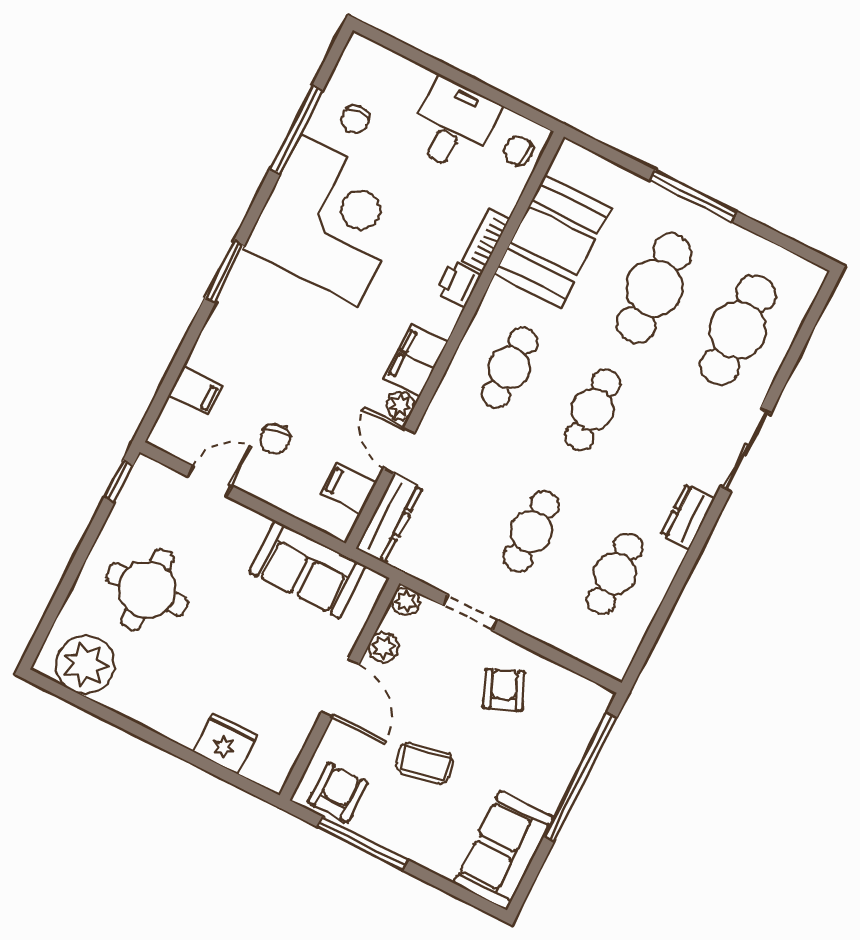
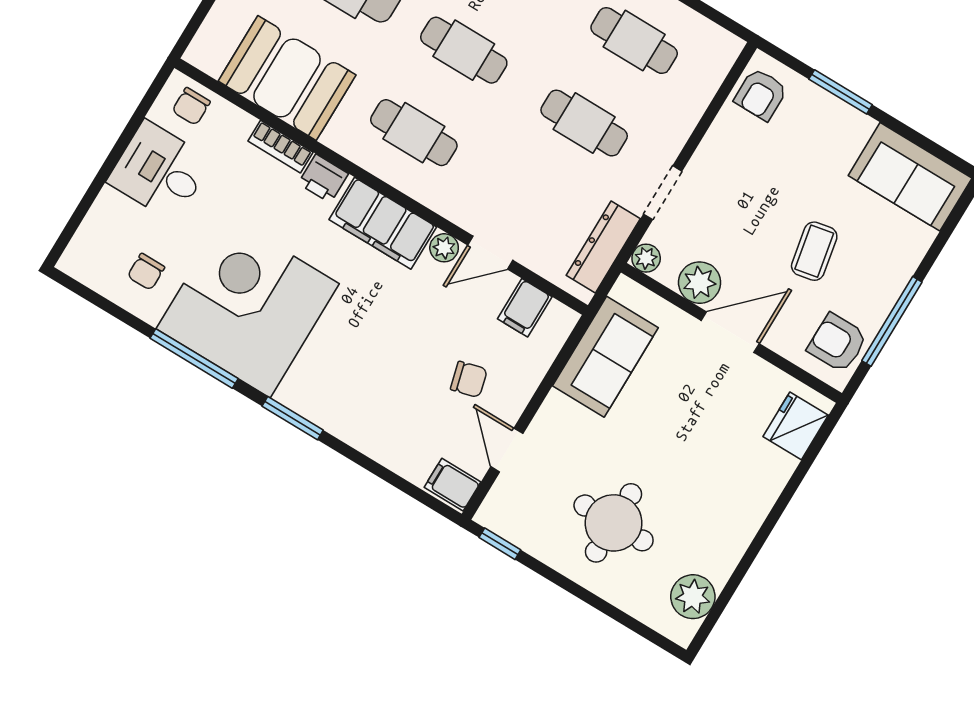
chair: (355, 119) -> (146, 272), turned 90
window: (296, 130) -> (194, 358), moved
filing cabinet: (416, 360) -> (383, 223), width x1.50, depth x1.17
filing cabinet: (195, 391) -> (453, 485), moved, turned -90
dresser: (389, 518) -> (603, 247), moved, turned -90
plant: (383, 647) -> (700, 283), width x1.38, depth x1.38
plant: (85, 665) -> (693, 597), width x0.73, depth x0.73
armchair: (504, 690) -> (761, 94), moved, turned -67
fridge: (225, 744) -> (796, 426), moved
window: (581, 777) -> (841, 92), width x0.47

